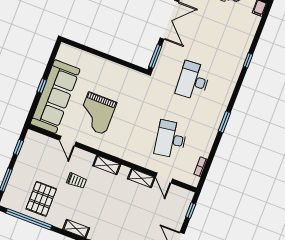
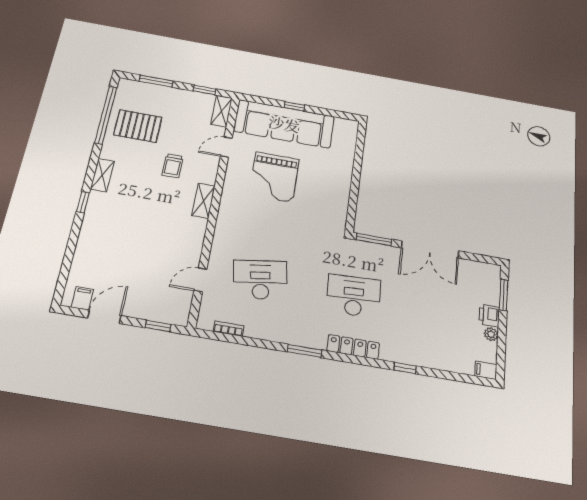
locker: (228, 90) -> (353, 347), added
grand piano: (97, 113) -> (274, 177), turned -90
shelving: (141, 178) -> (222, 111), moved

